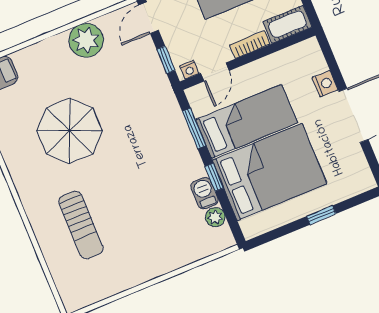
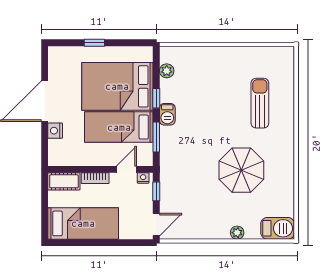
plant: (86, 40) -> (237, 233), moved, width x0.53, depth x0.53
barbecue: (204, 193) -> (167, 114), moved

